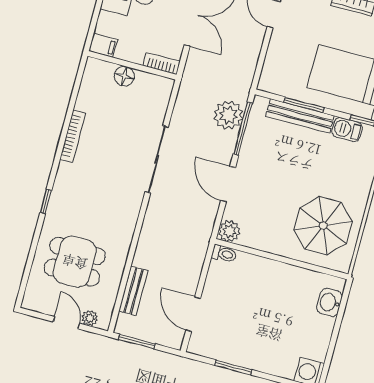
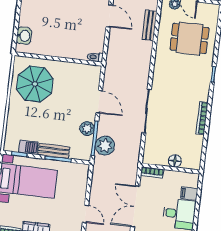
filing cabinet: (103, 45) -> (189, 193), moved
bench: (300, 116) -> (54, 151), width x0.73
plant: (229, 231) -> (87, 128), moved

